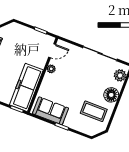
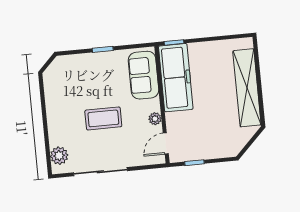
floor lamp: (111, 95) -> (58, 124), removed
sofa: (51, 111) -> (143, 75), moved, turned 90
coffee table: (94, 111) -> (103, 118), moved

